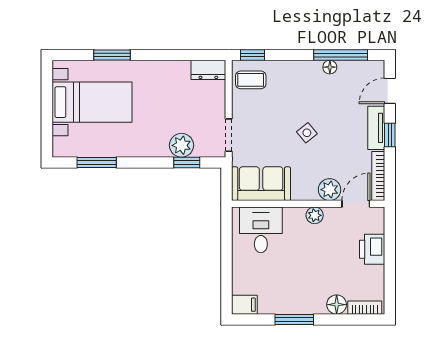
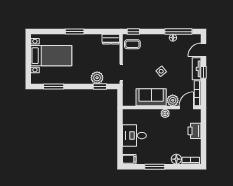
window: (112, 55) -> (75, 32), moved
sofa: (261, 184) -> (151, 97), moved
desk: (261, 230) -> (134, 136), moved, turned -90

